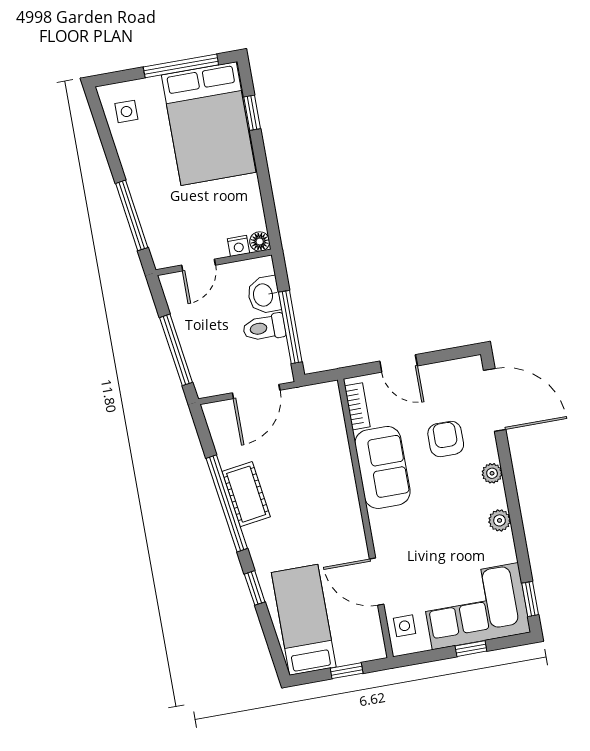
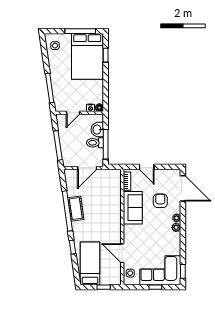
plant: (500, 520) -> (176, 227), moved

